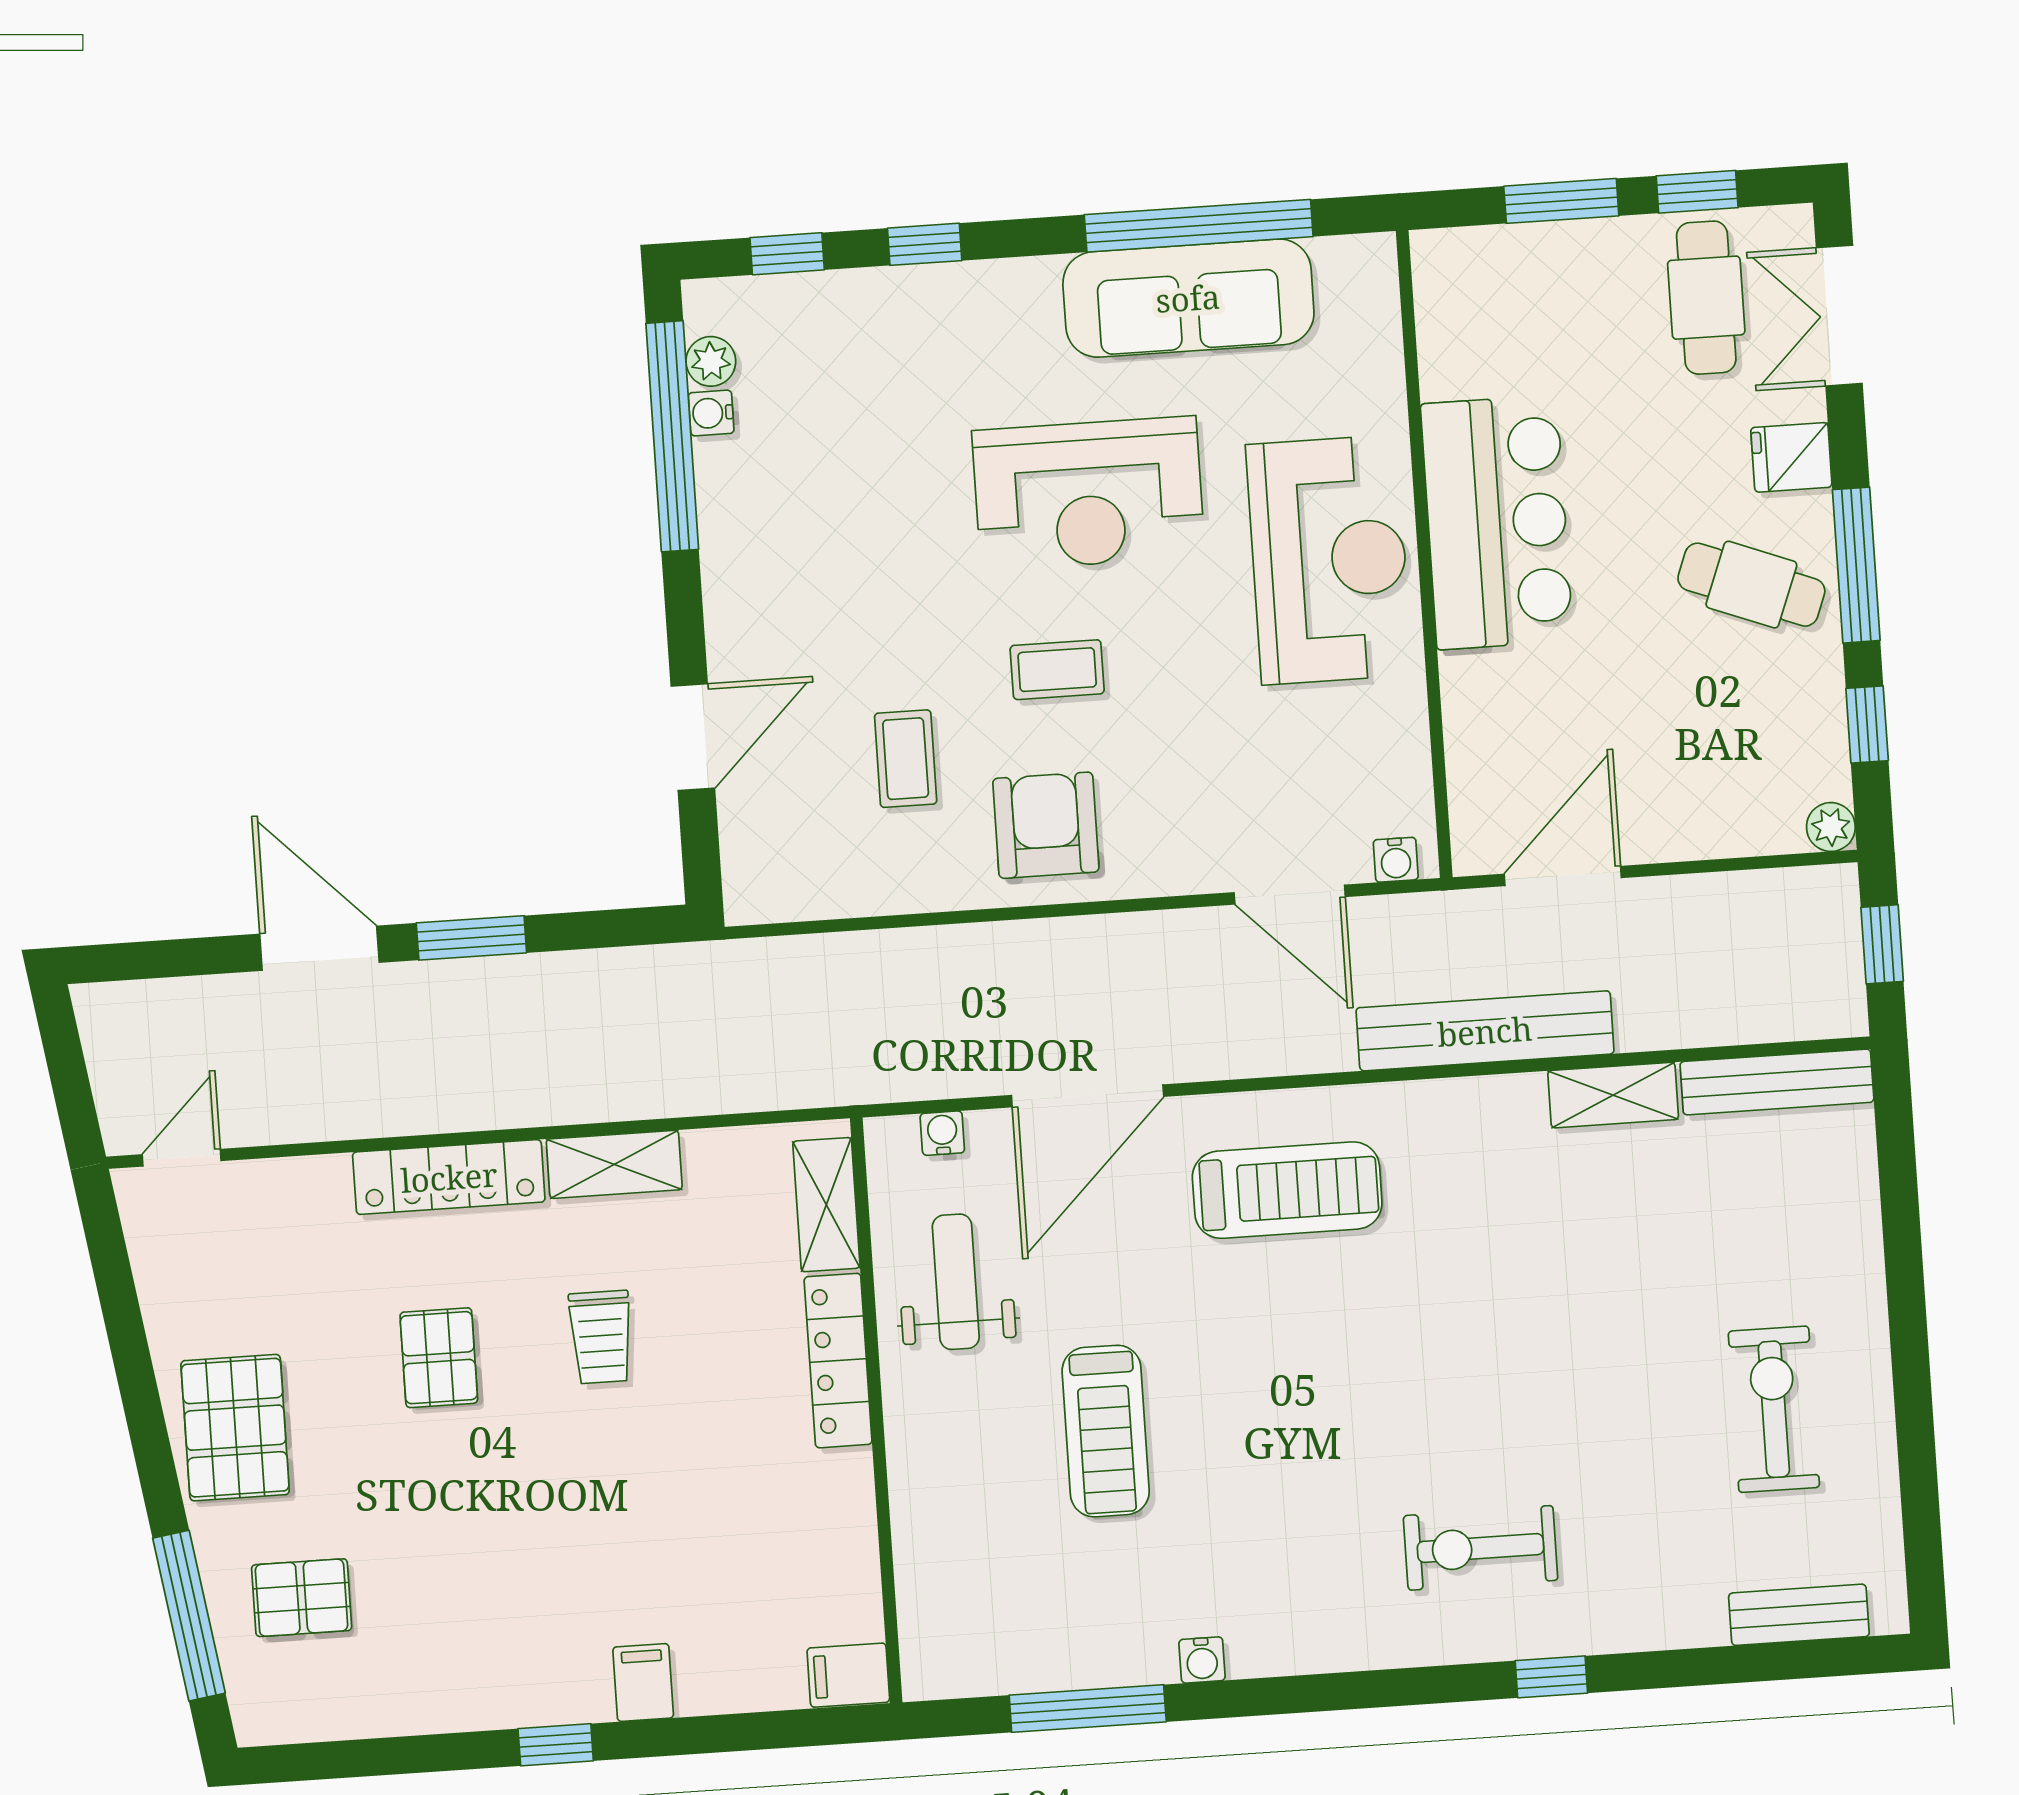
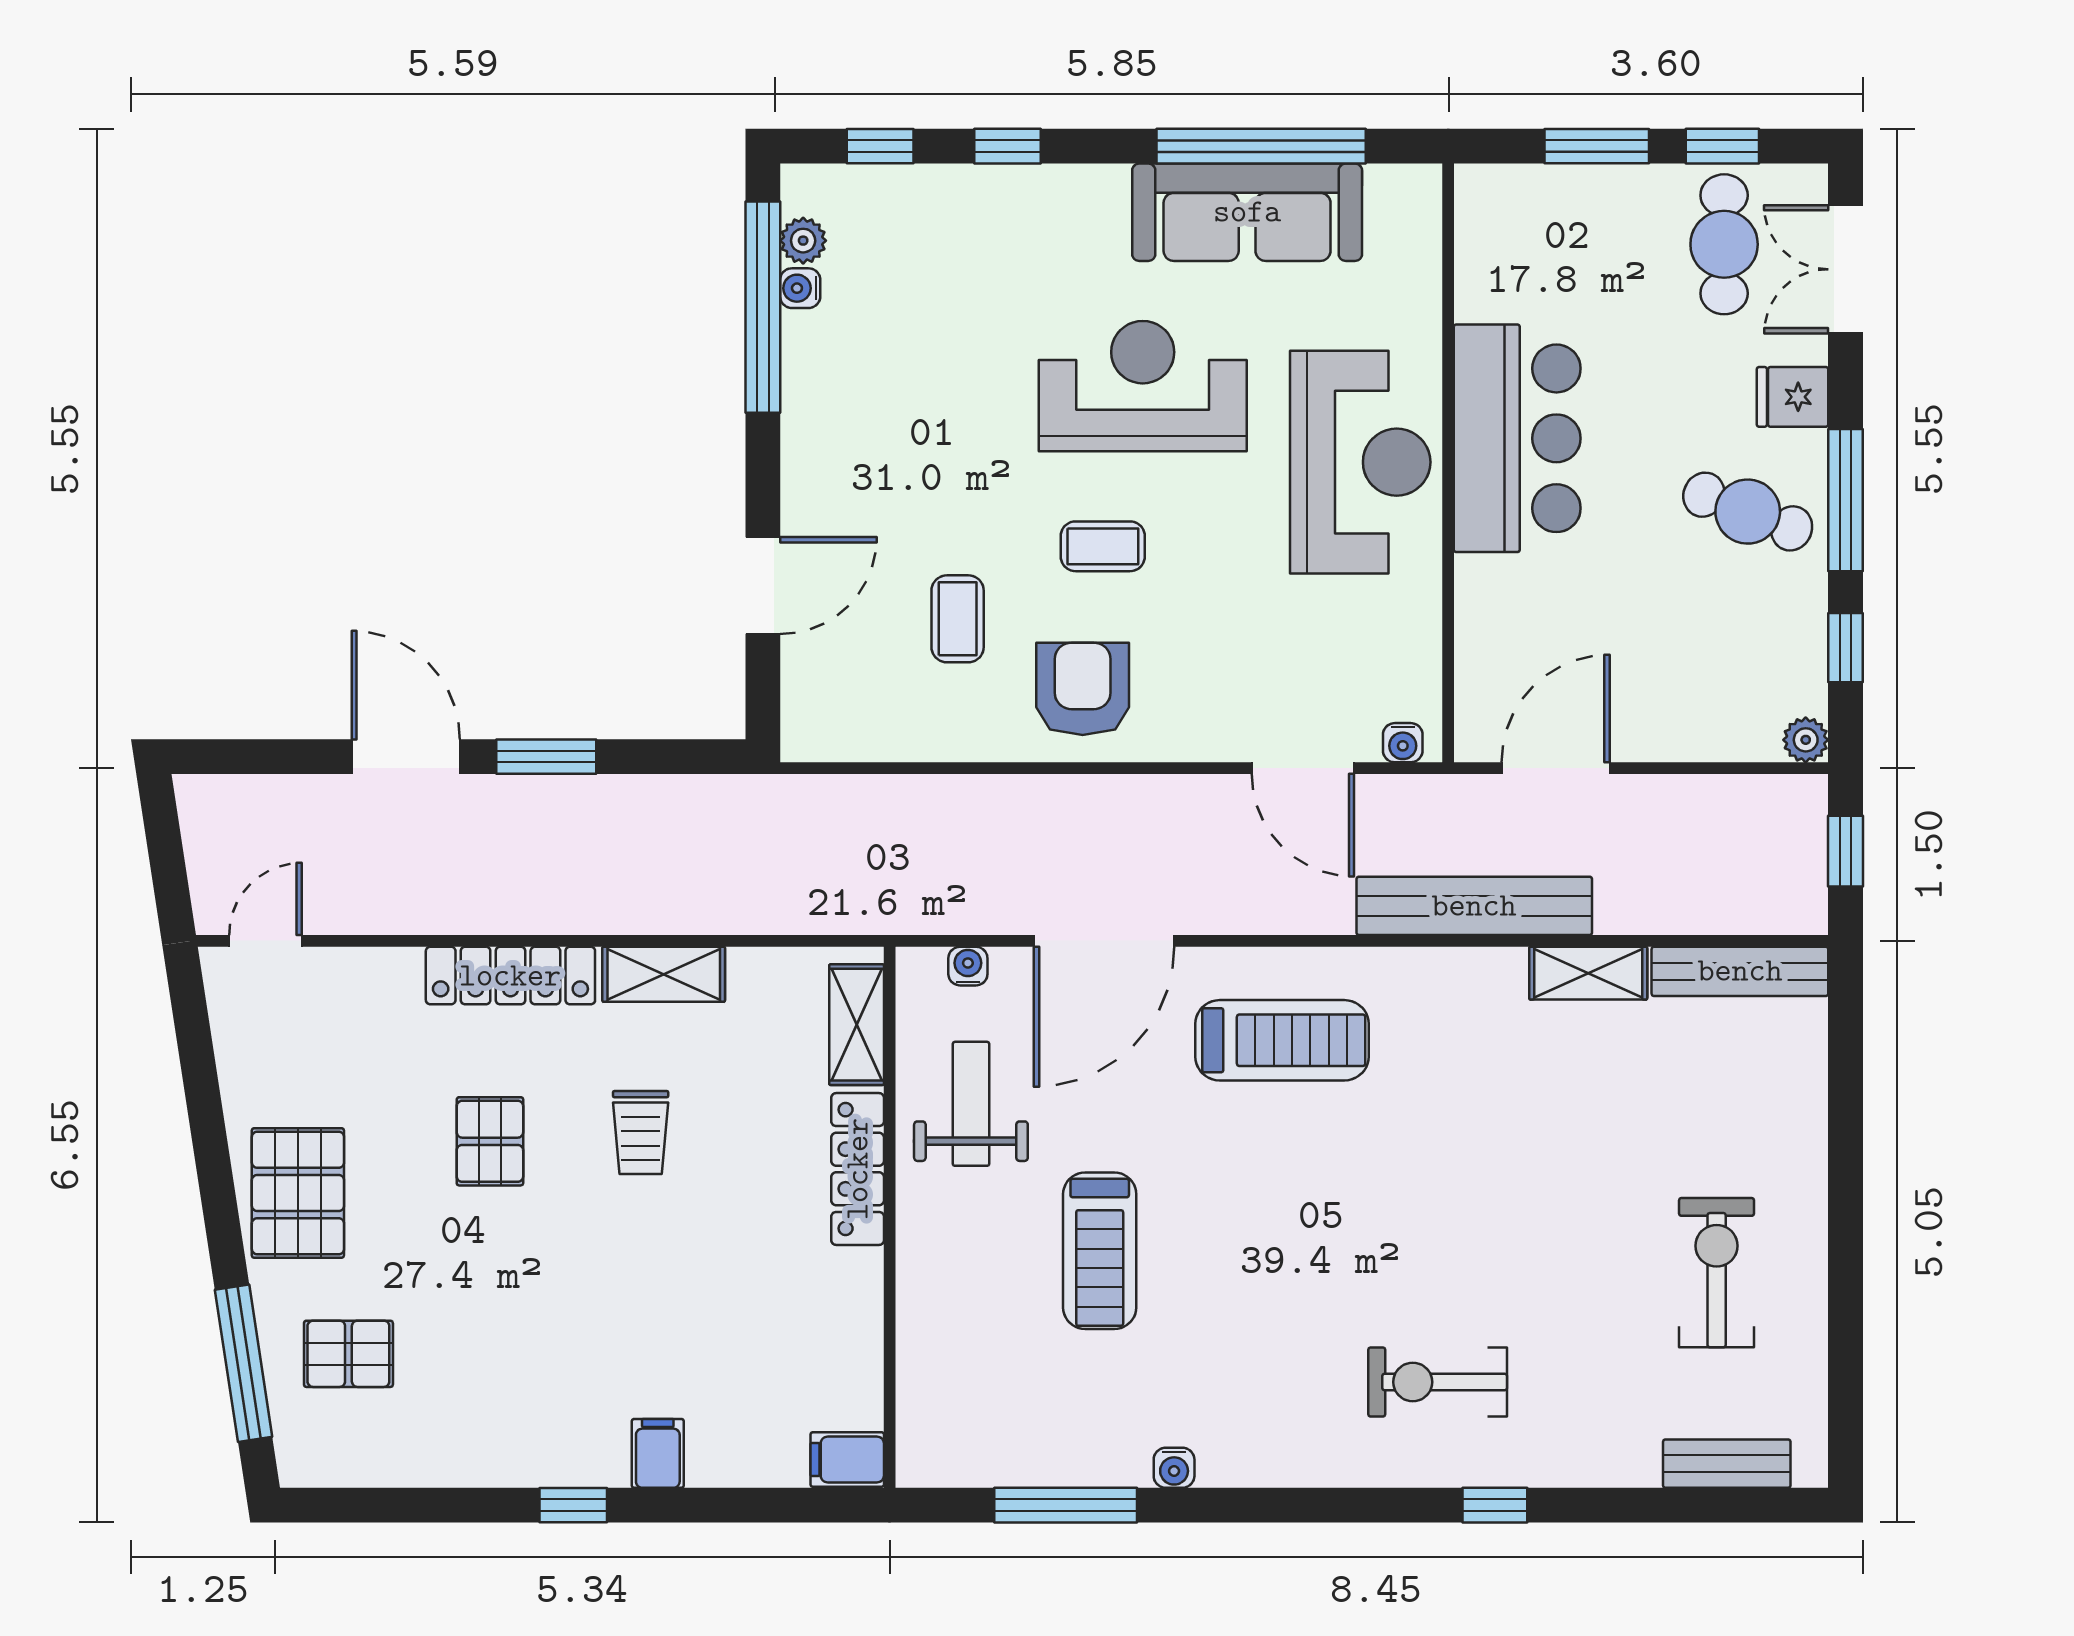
reception desk: (1088, 494) -> (1143, 386), turned 180

